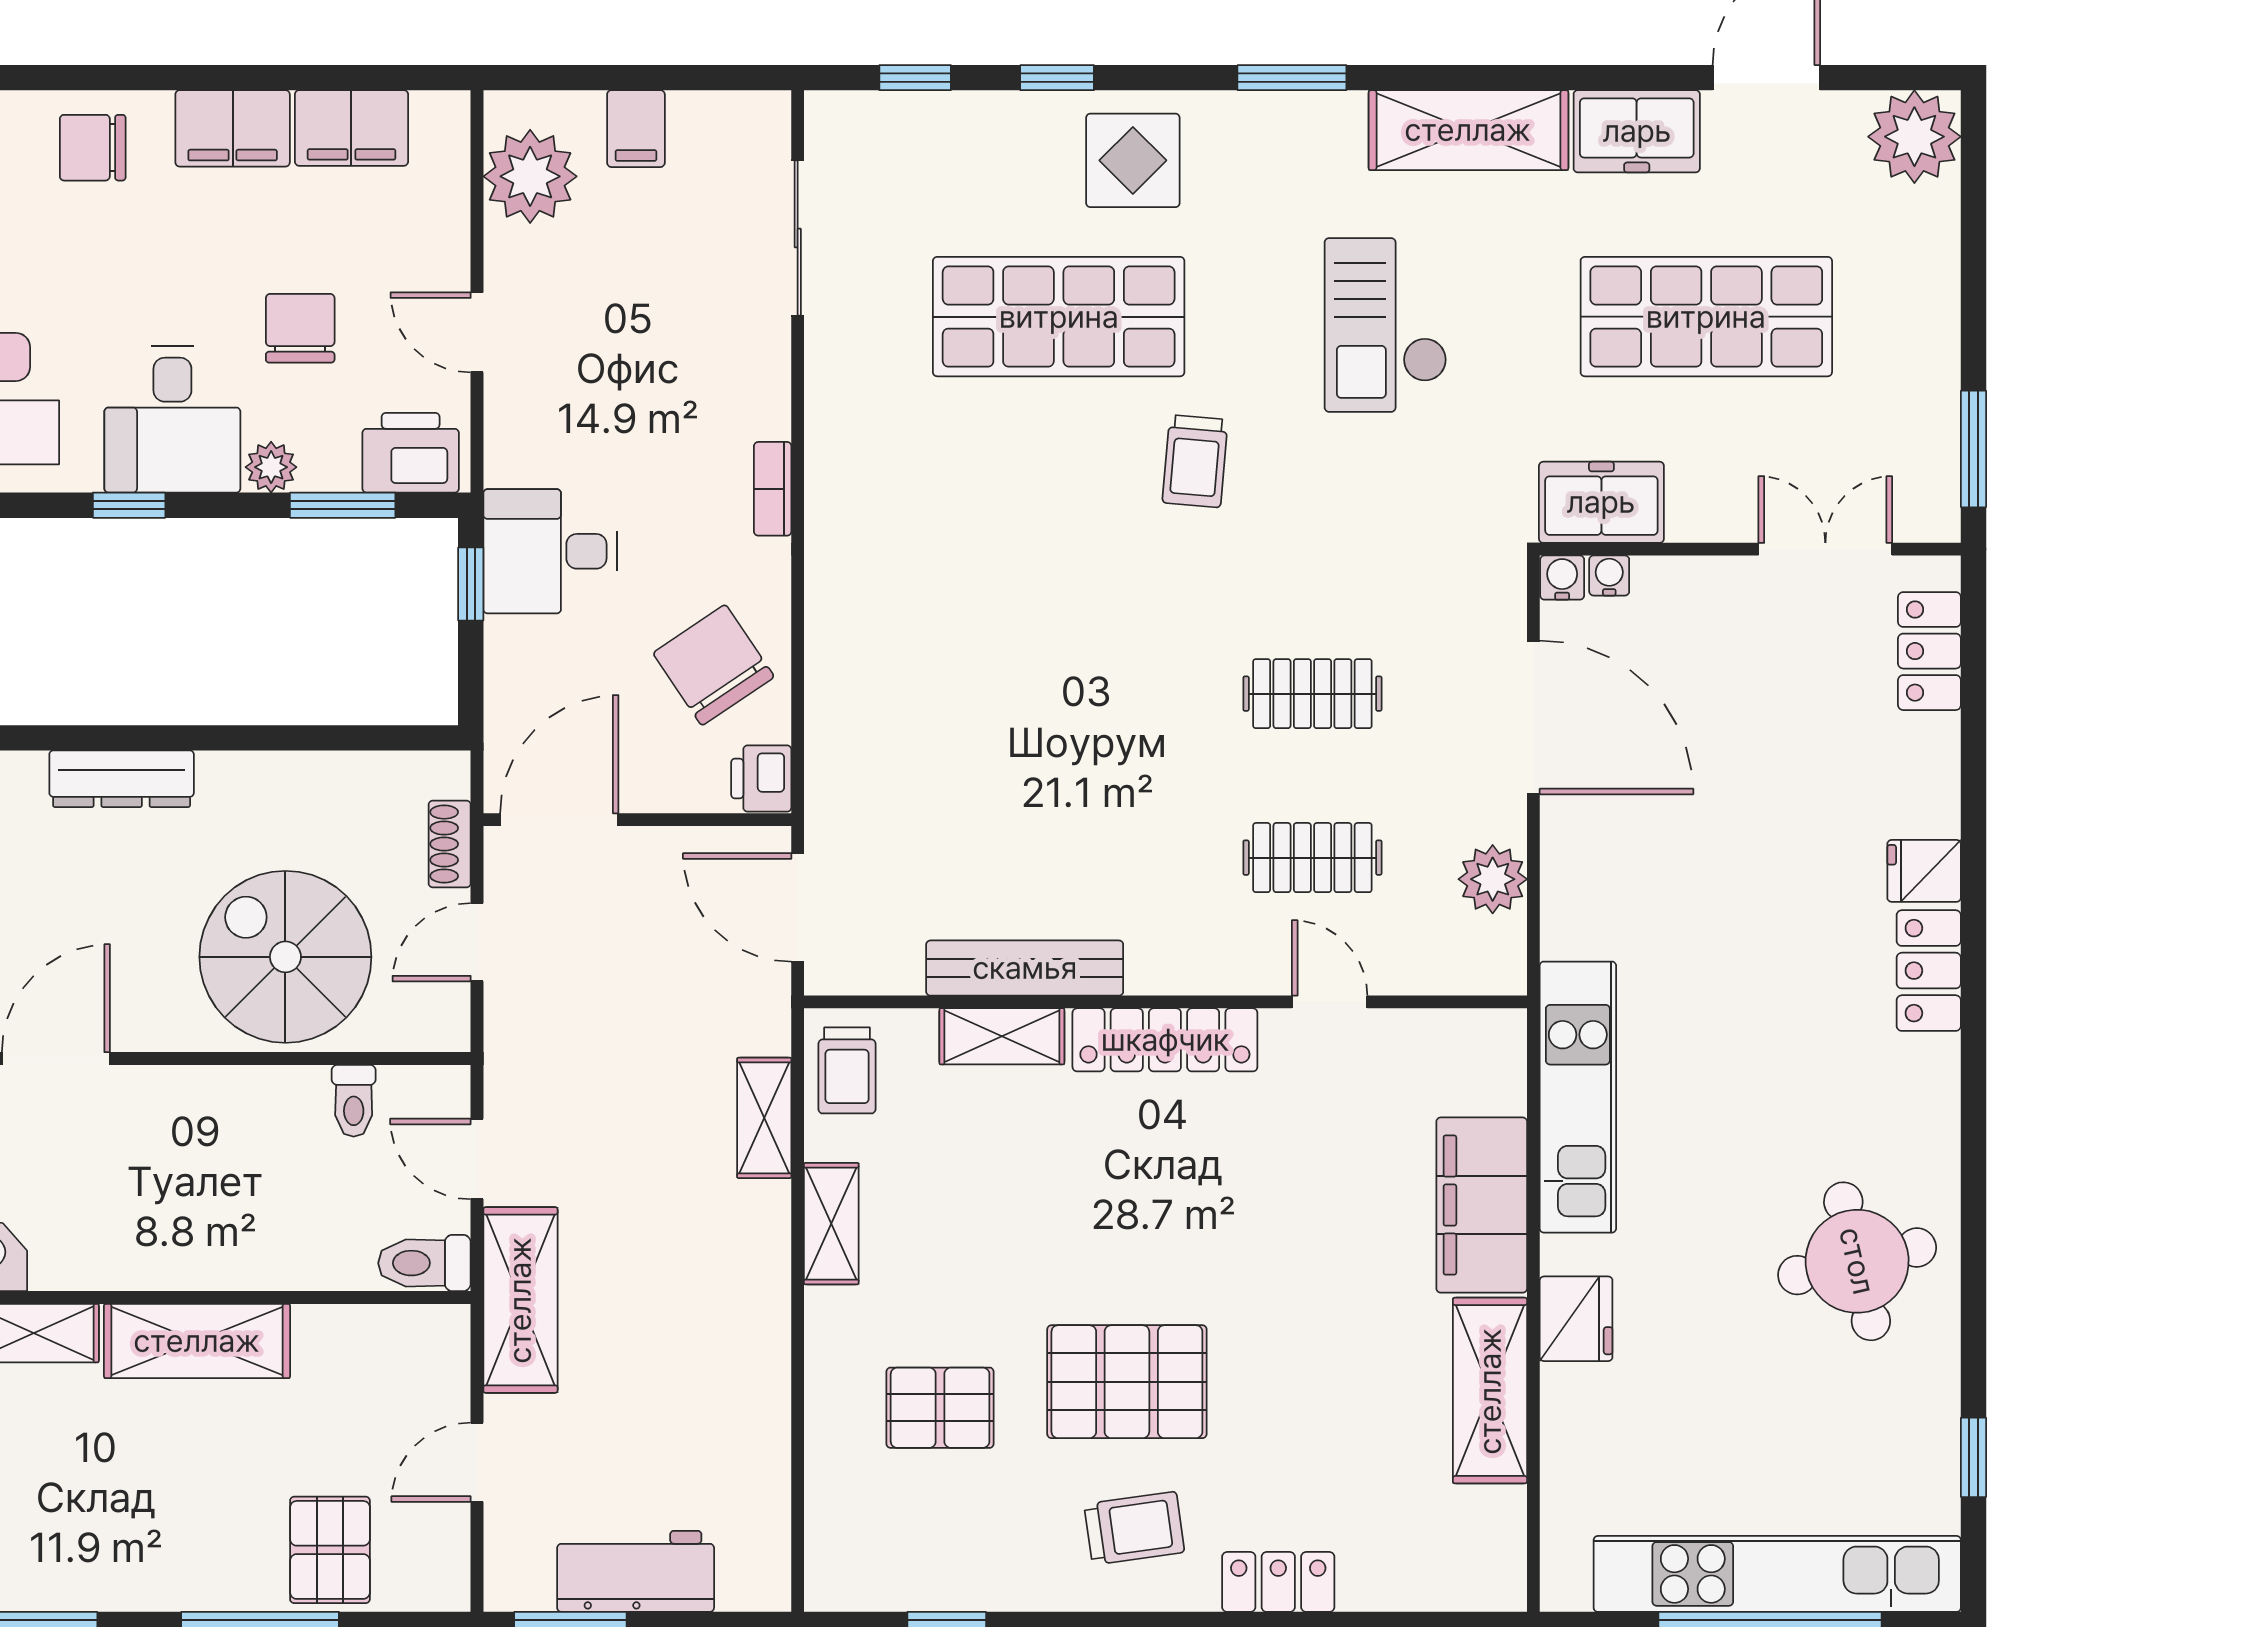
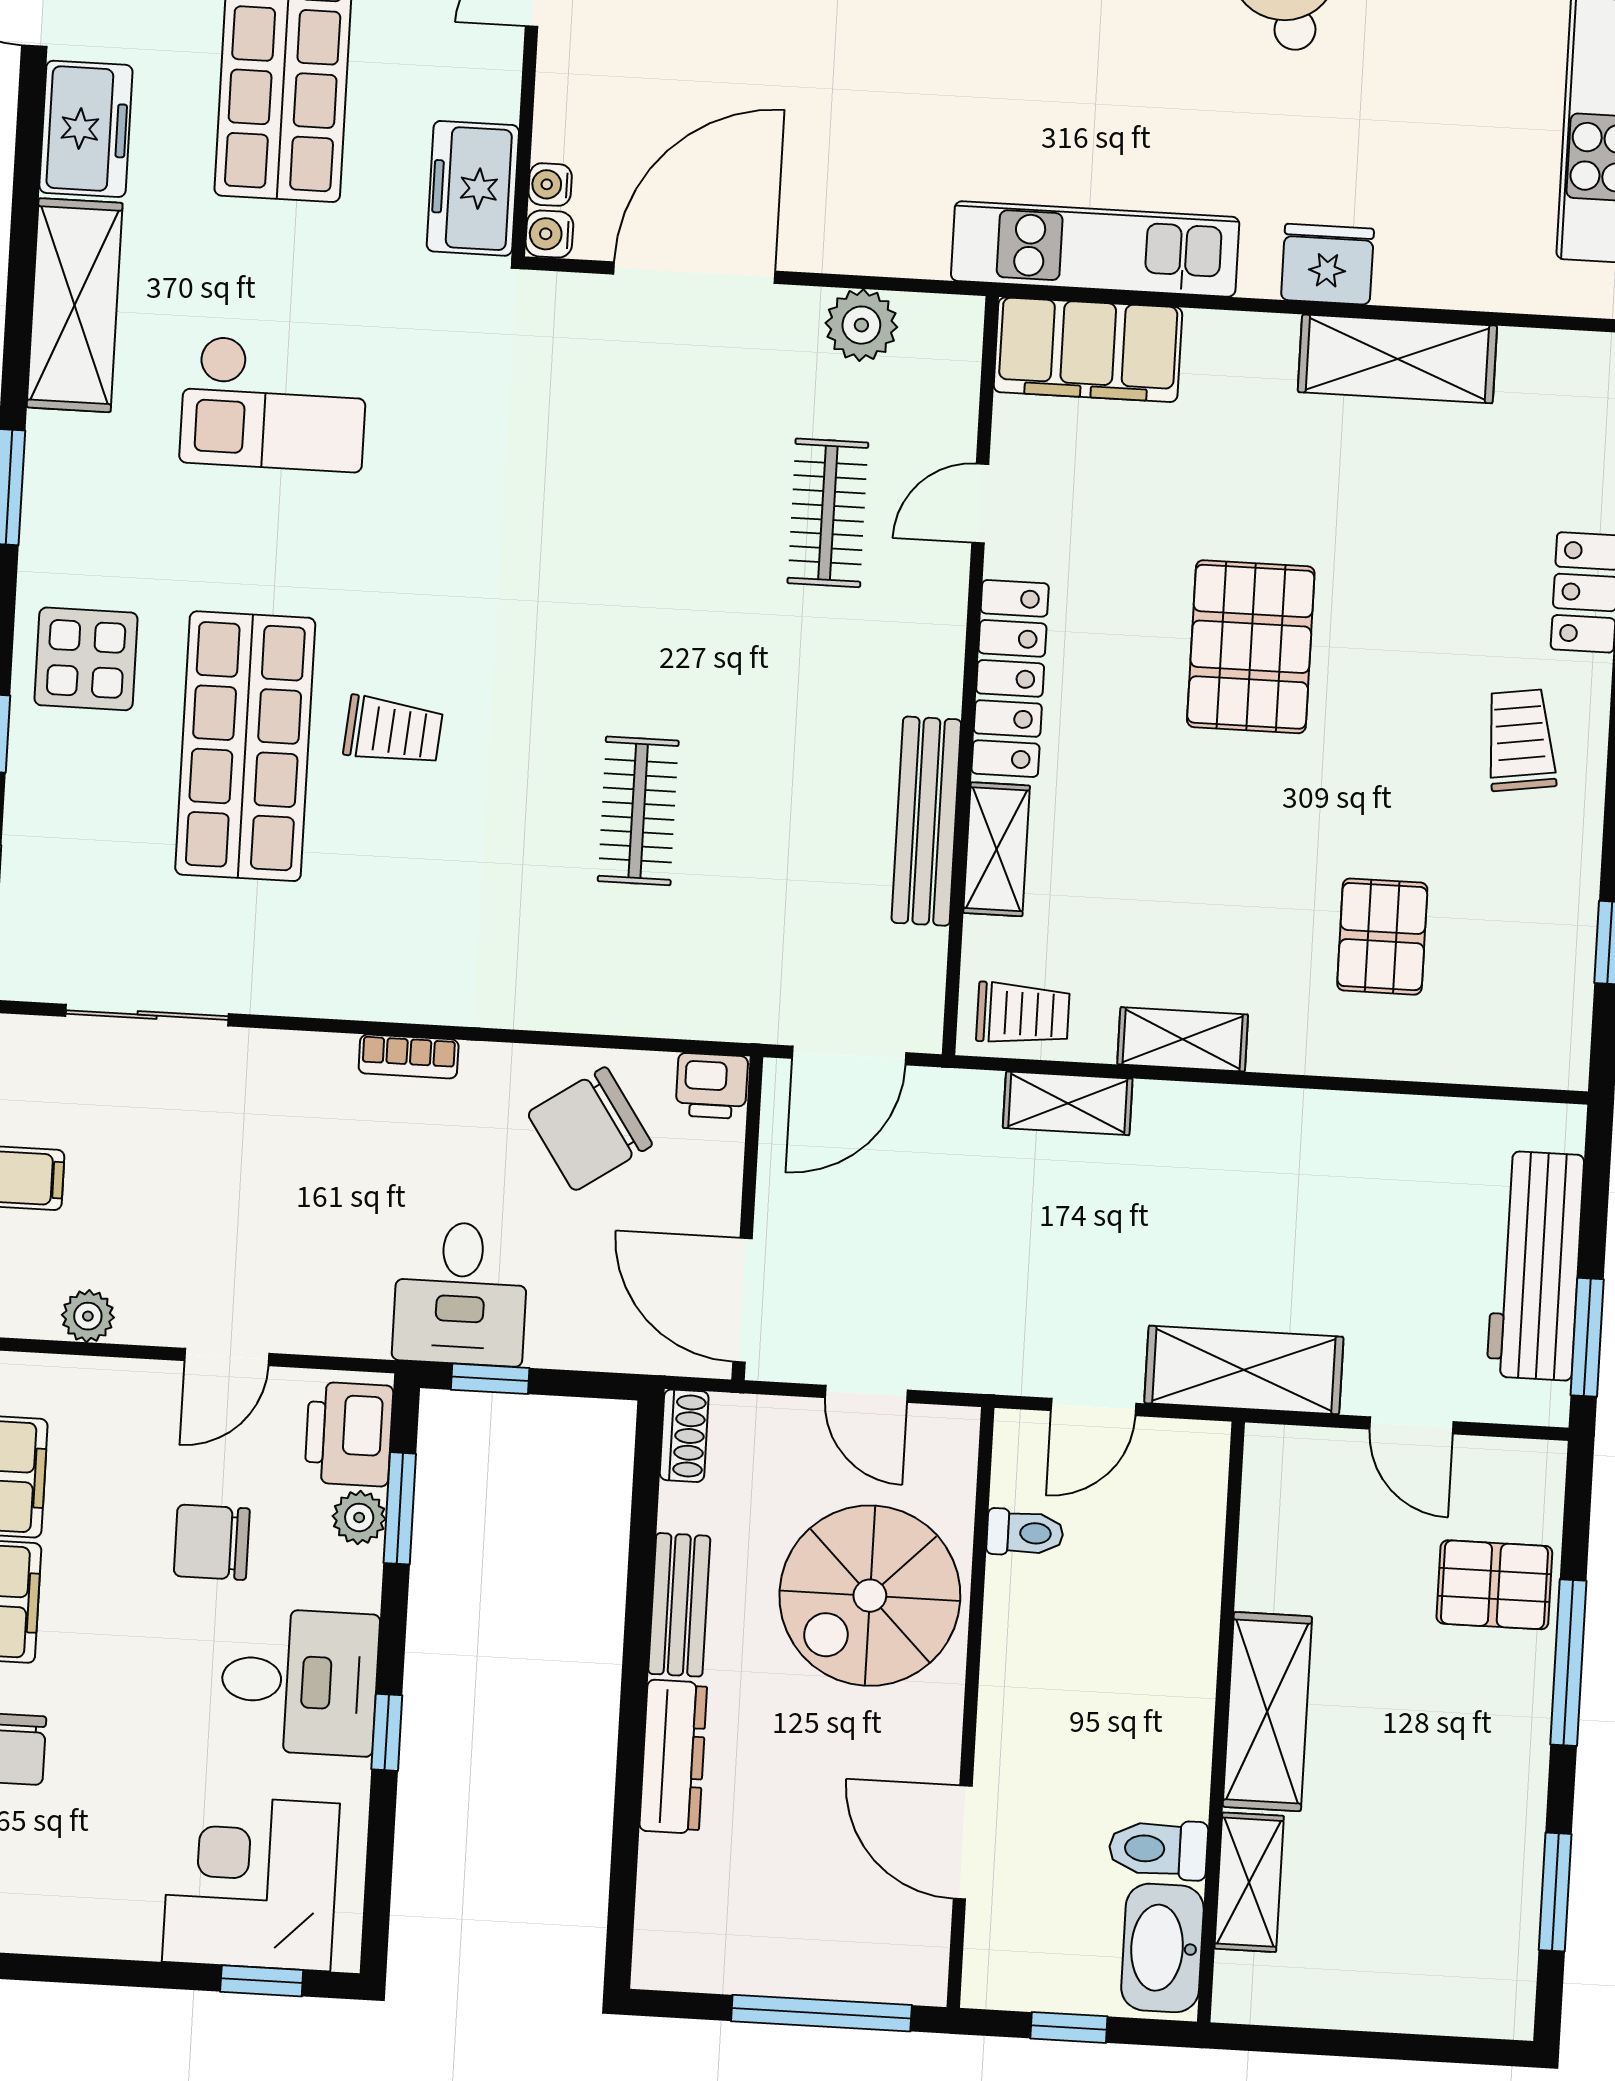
plant: (530, 176) -> (88, 1316), width x0.53, depth x0.53
trolley: (1195, 461) -> (393, 731), moved
plant: (271, 467) -> (359, 1517), moved
clothes rail: (1312, 694) -> (638, 811), moved
bench: (266, 776) -> (679, 1605), added
shoe rack: (450, 844) -> (684, 1436), moved, turned -90
filing cabinet: (1482, 1205) -> (1088, 350), moved
toilet: (424, 1263) -> (1158, 1849), moved, turned 90
pallet: (1127, 1382) -> (1251, 647), moved
workbench: (636, 1571) -> (1535, 1266), width x1.37

